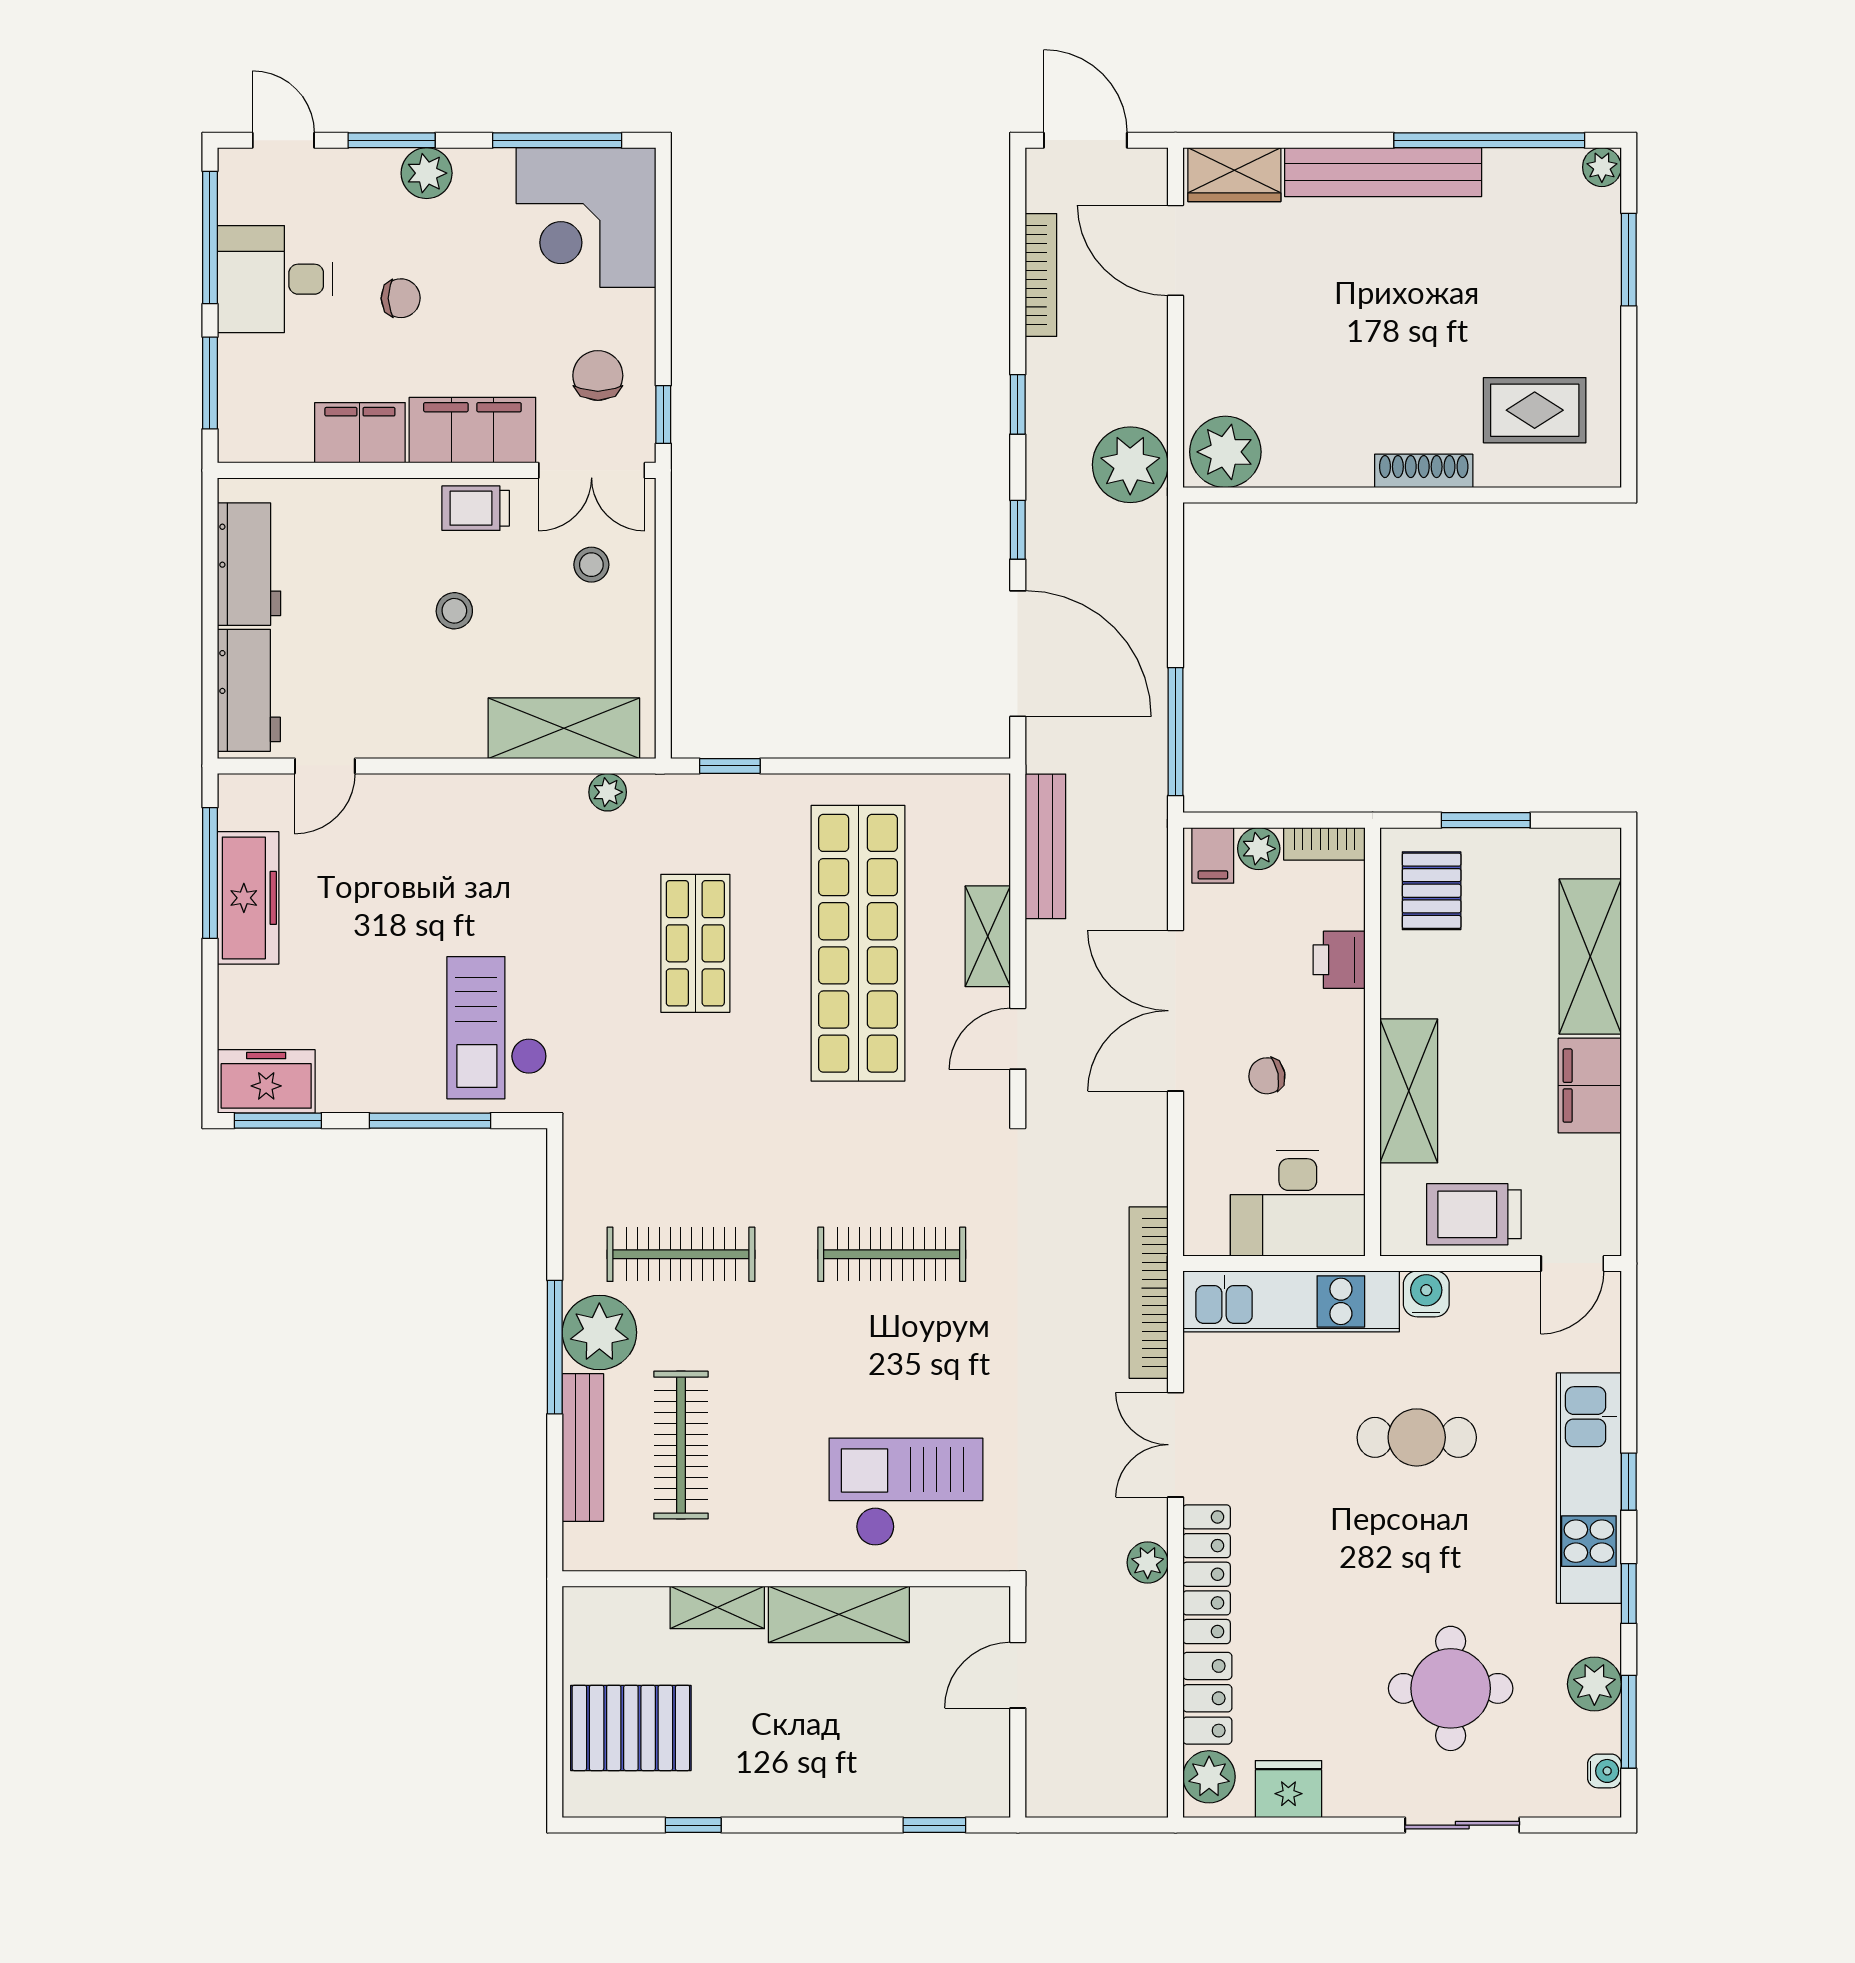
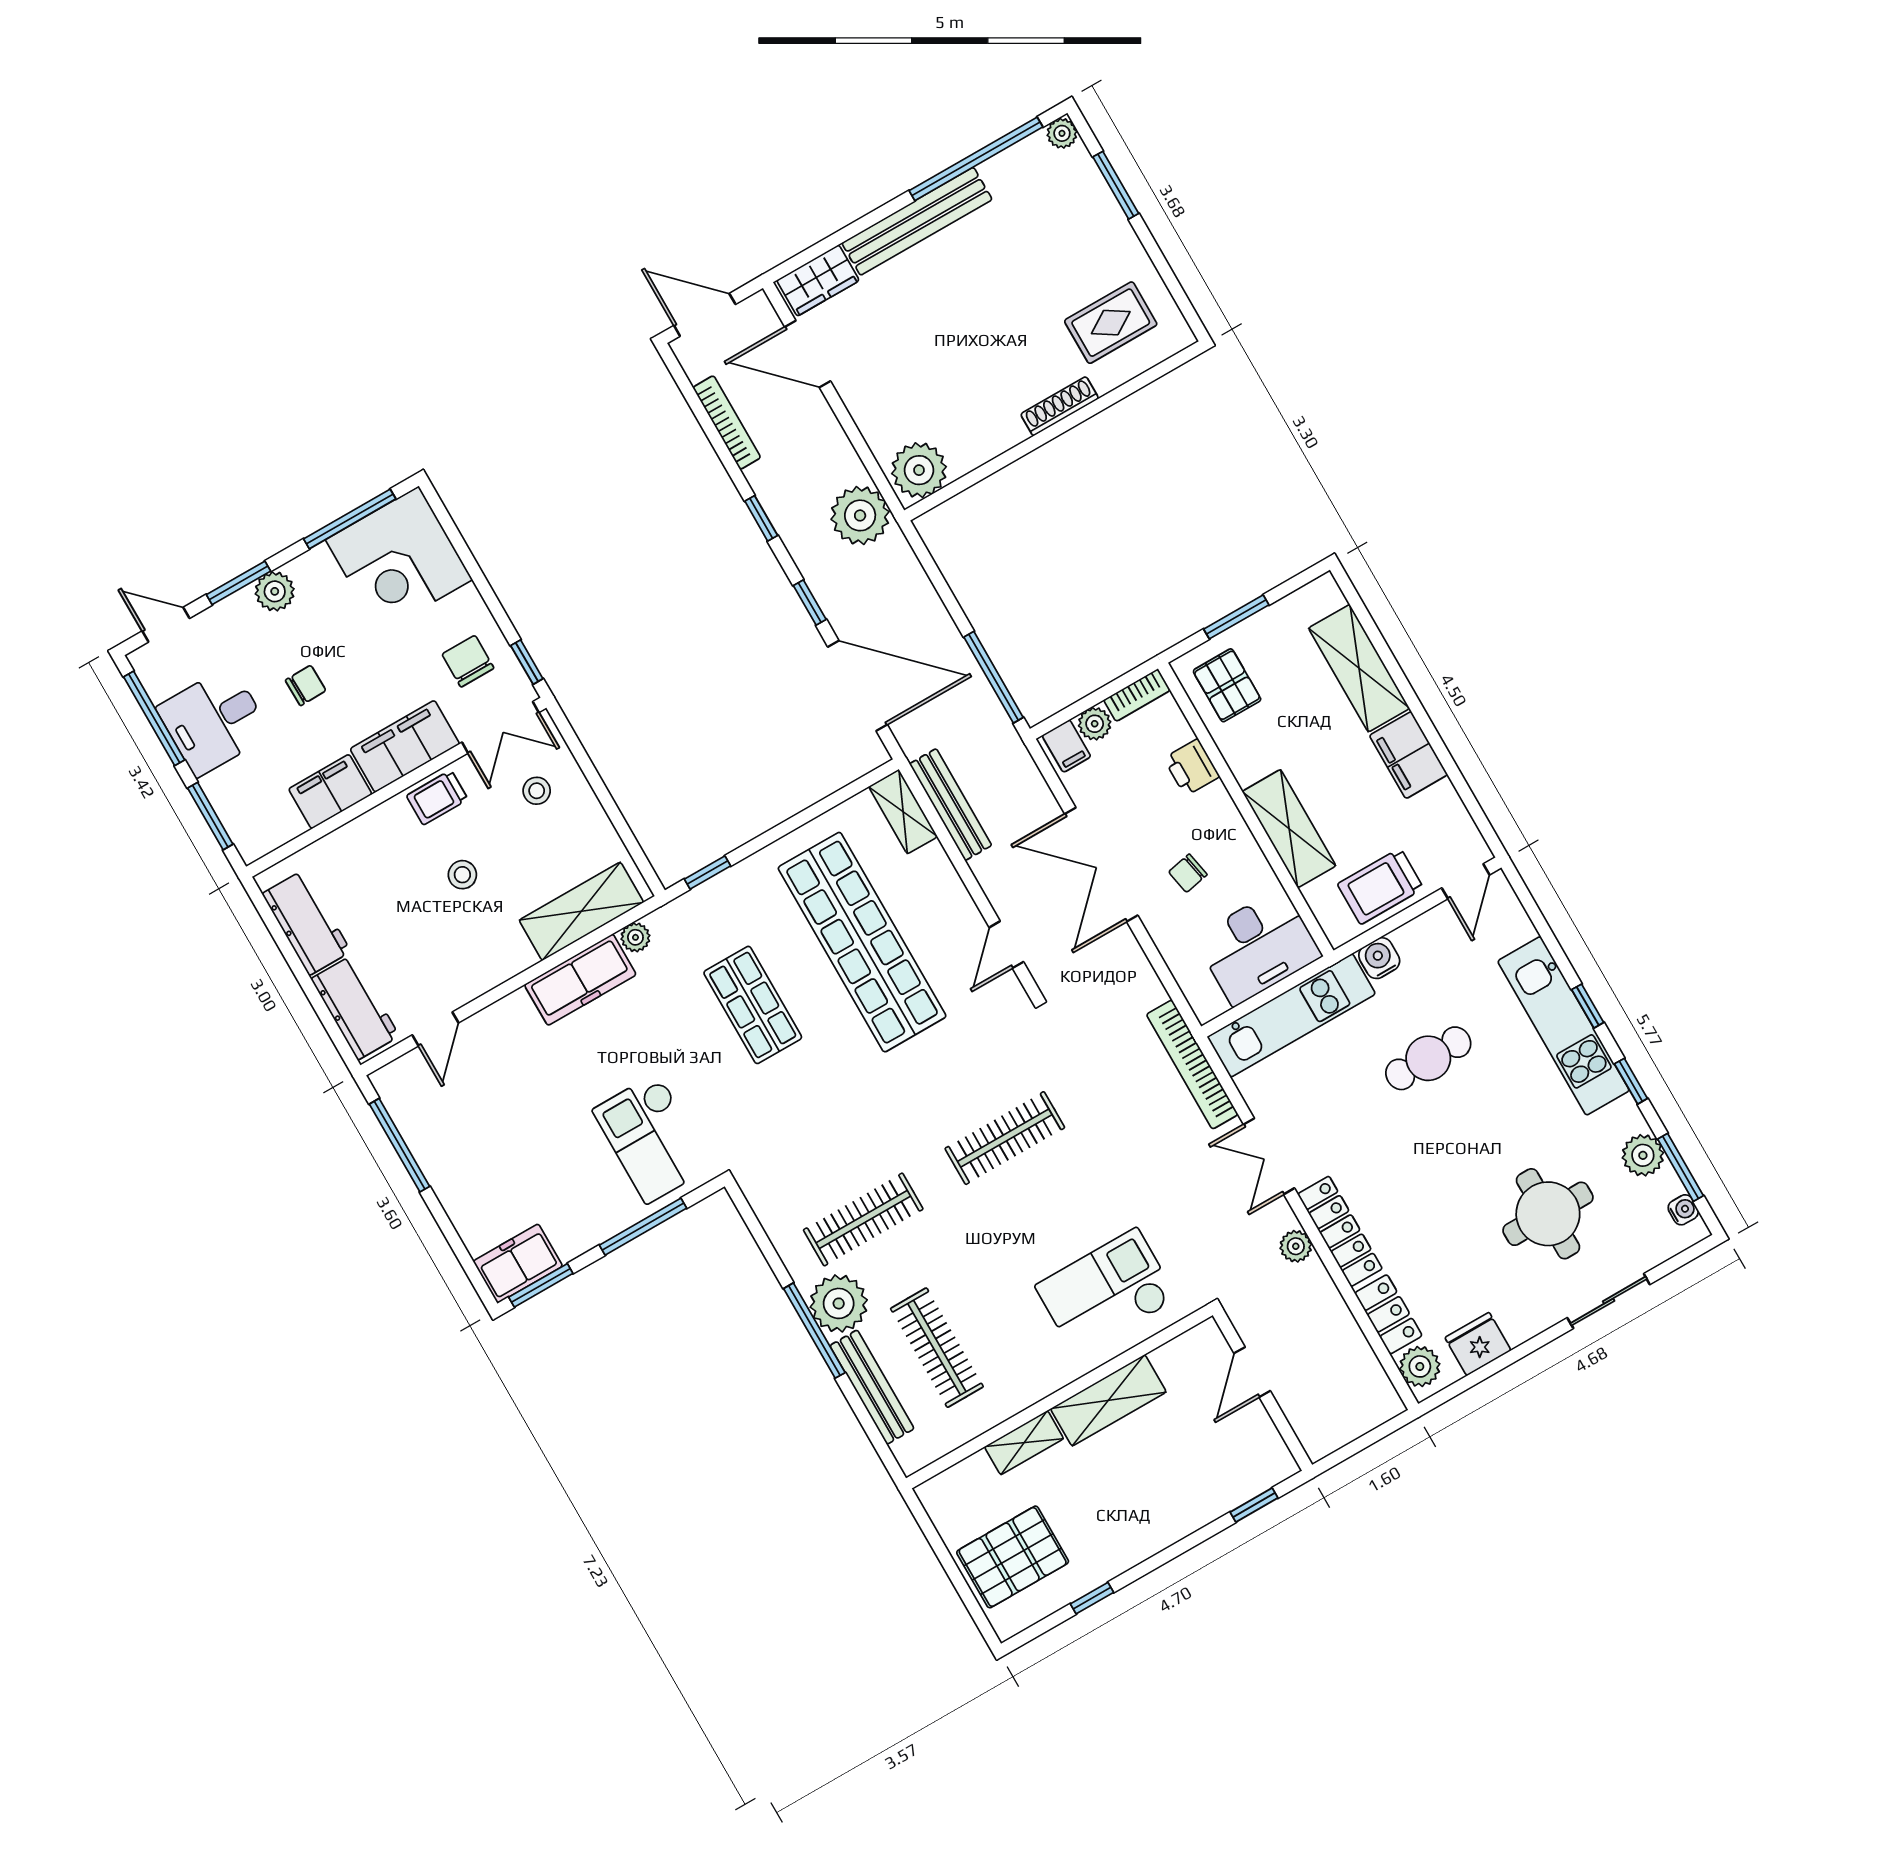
freezer: (248, 898) -> (580, 980), moved, turned 90
shelving: (988, 936) -> (903, 812), moved

